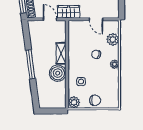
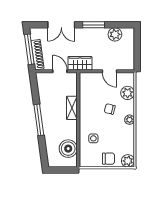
boiler: (58, 73) -> (68, 149), moved
plant: (74, 102) -> (128, 161), moved

